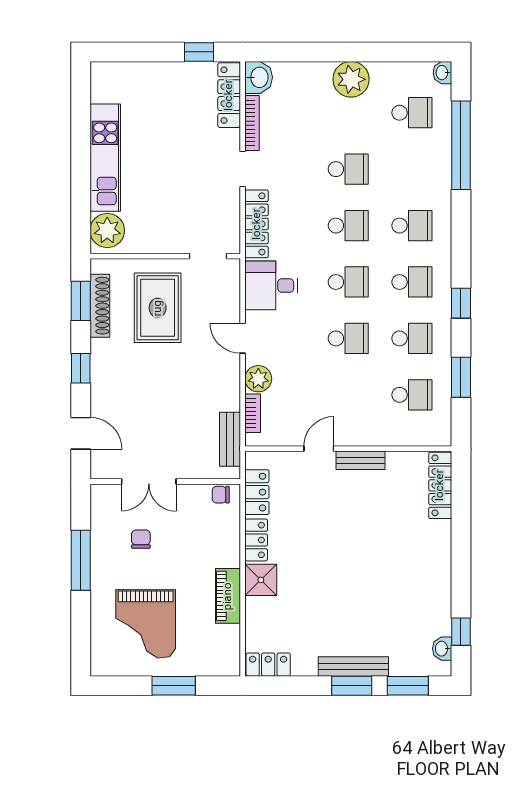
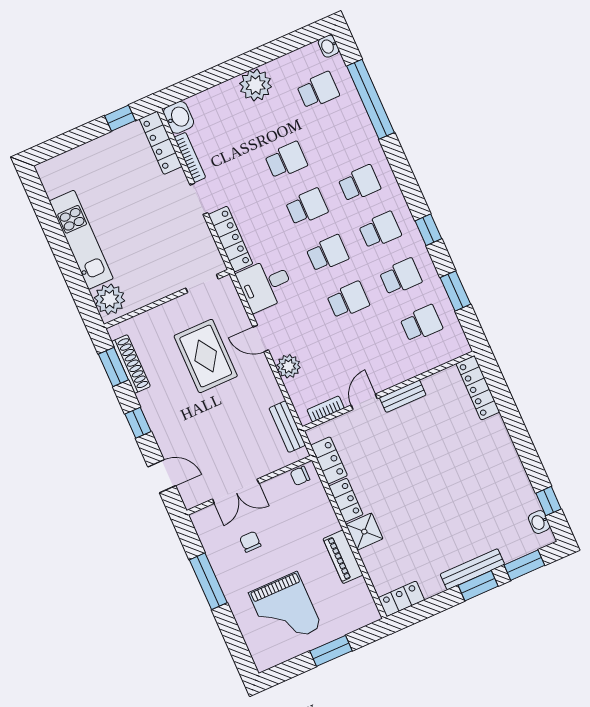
rug: (158, 308) -> (206, 356), moved
bookcase: (253, 413) -> (326, 409), moved, turned -90

